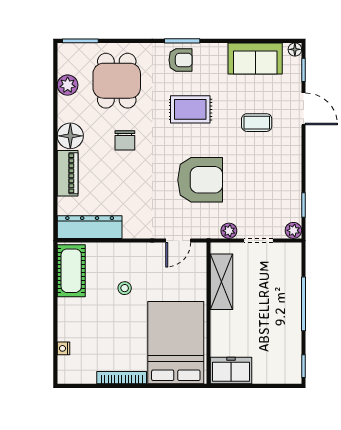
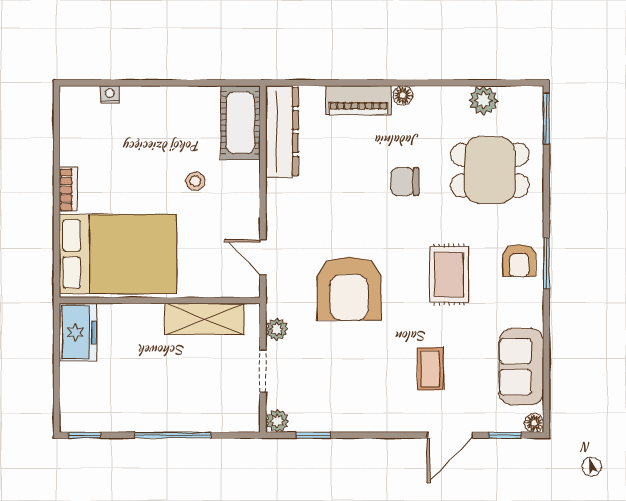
floor lamp: (70, 136) -> (403, 95), width x0.53, depth x0.53
cot: (71, 271) -> (240, 123), moved, turned 90
bookcase: (122, 378) -> (68, 190), width x0.64

